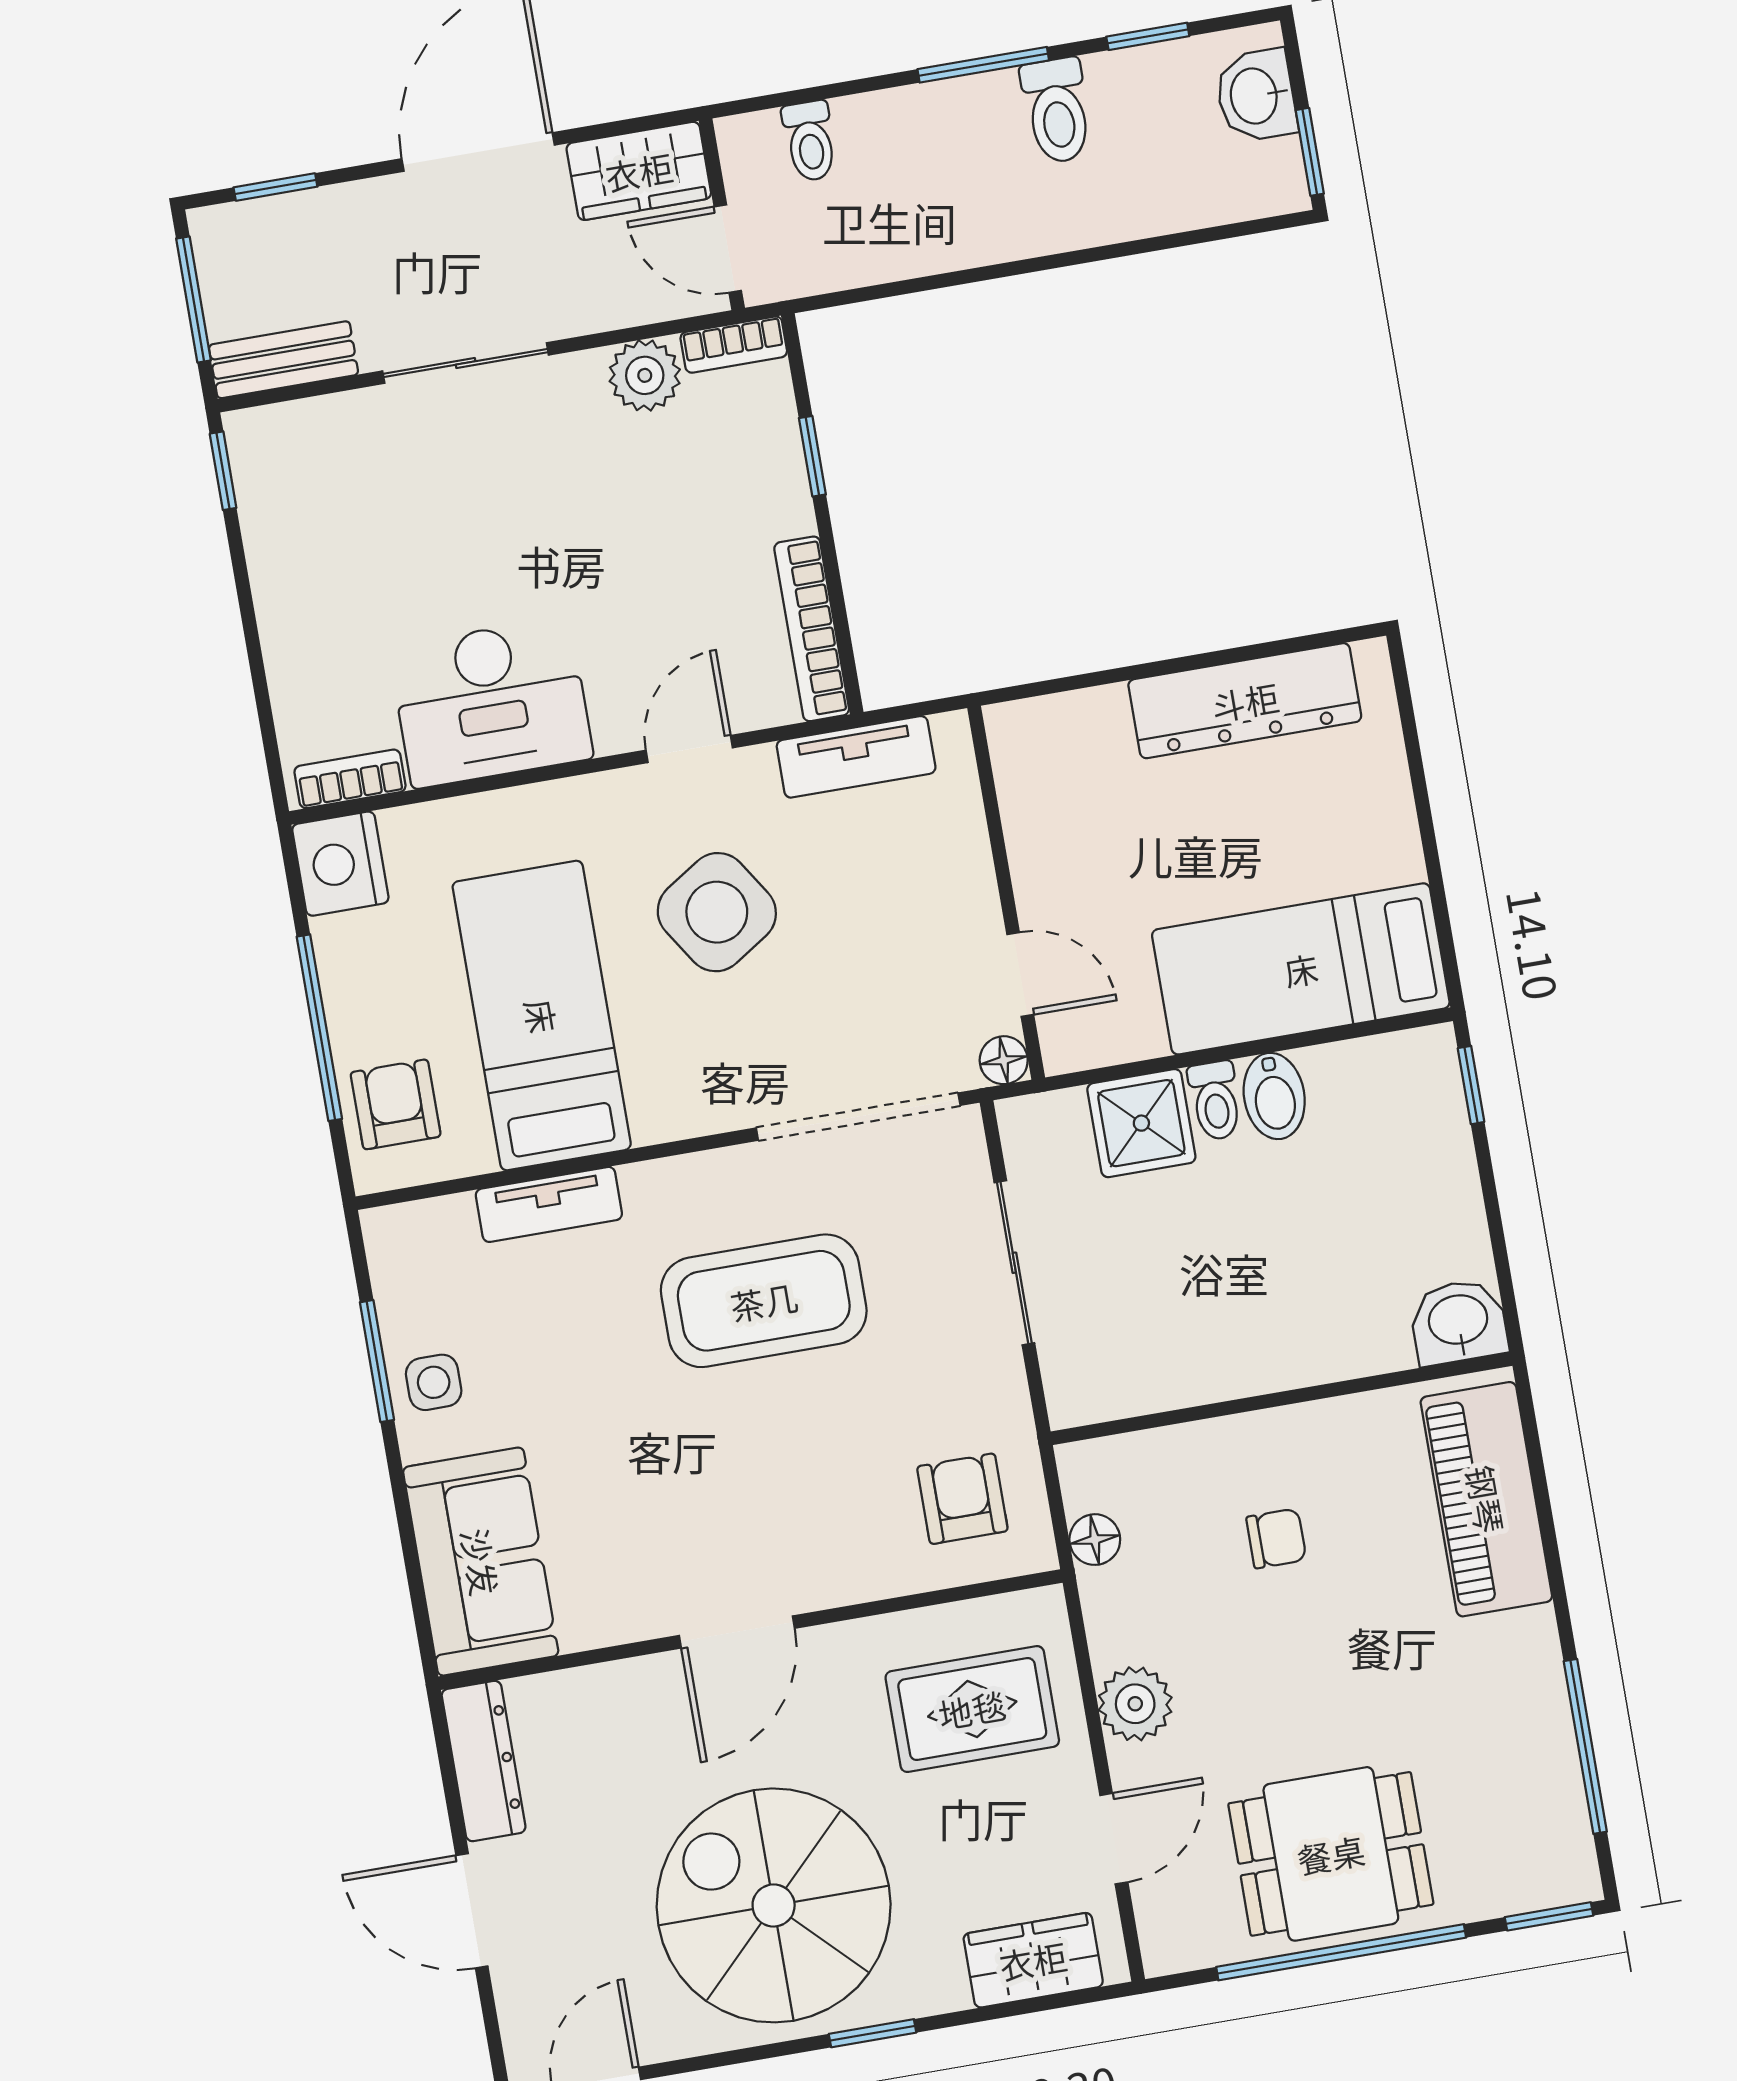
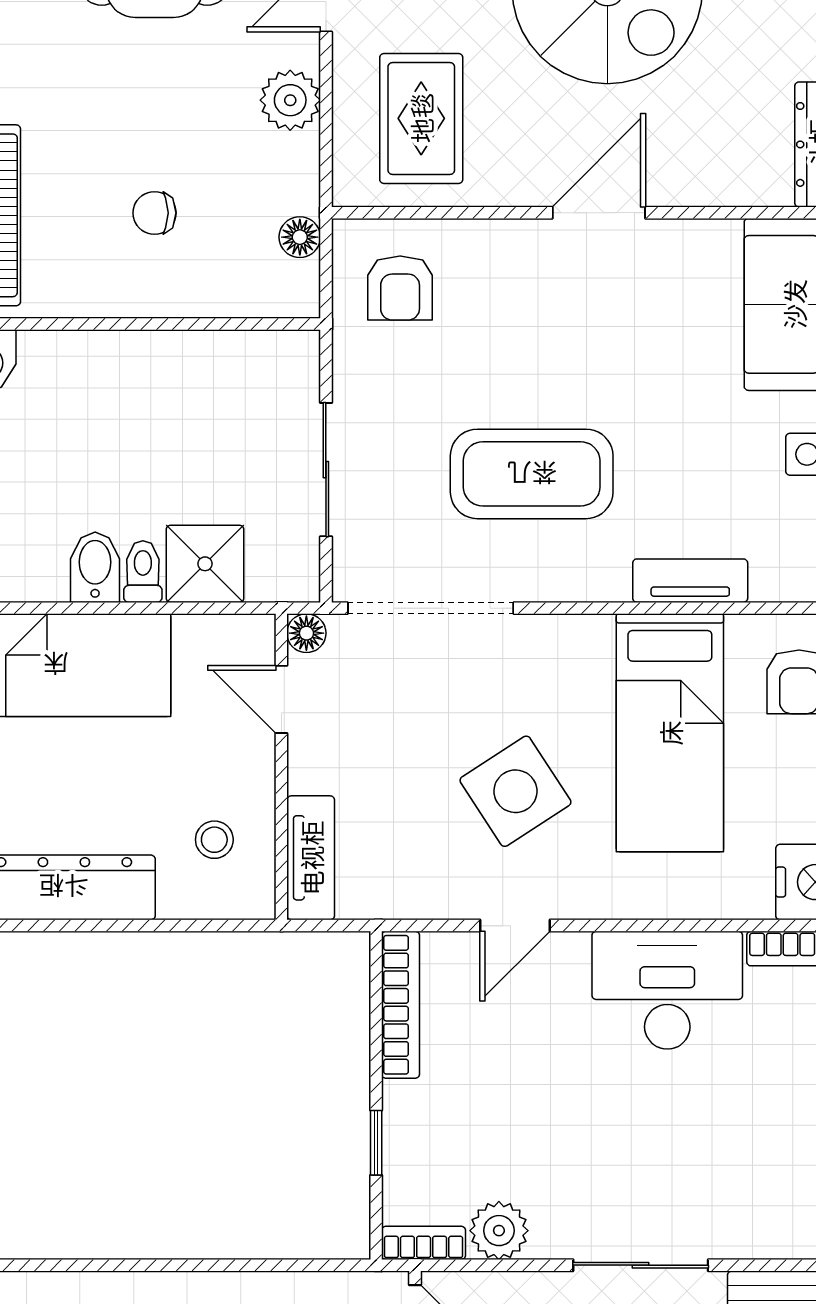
tv unit: (856, 757) -> (311, 858), moved, turned 90
stool: (1072, 790) -> (214, 840), added
rug: (972, 1709) -> (421, 118), turned 90

